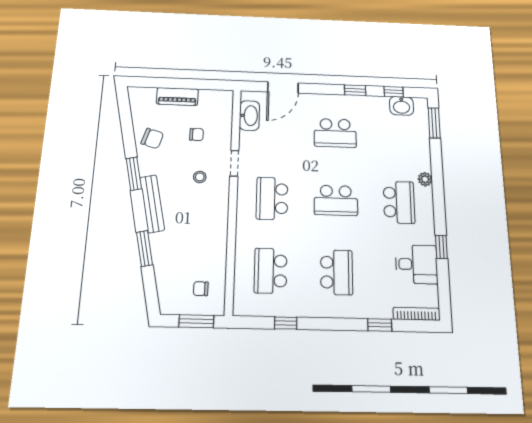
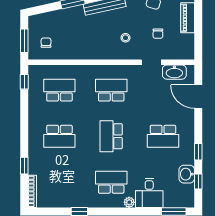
washbasin: (402, 106) -> (187, 174), moved
school desk: (335, 133) -> (163, 136), turned -90
doorway: (234, 163) -> (151, 62), moved
school desk: (399, 202) -> (111, 182), turned 180
desk: (416, 264) -> (149, 193), moved
window: (286, 323) -> (24, 82), moved

